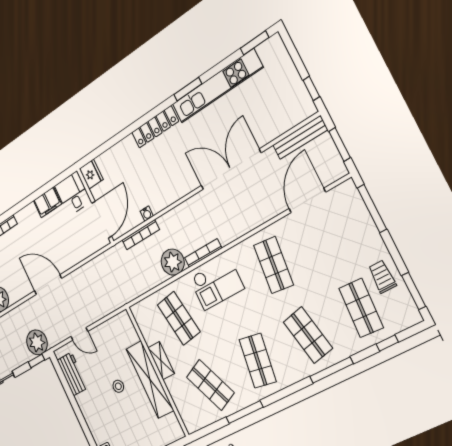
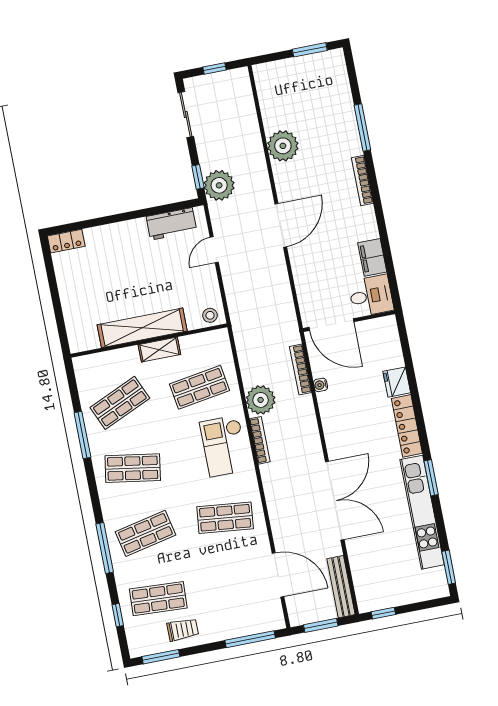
fridge: (91, 174) -> (397, 382), moved, turned 90
stool: (118, 386) -> (210, 315), moved

